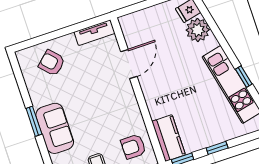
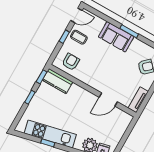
door: (129, 64) -> (108, 100), hinge flipped

